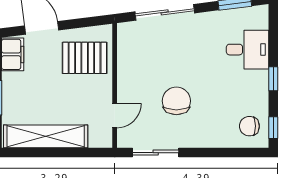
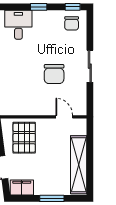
chair: (176, 101) -> (54, 74), turned -90
sliding door: (156, 153) -> (90, 66), moved

